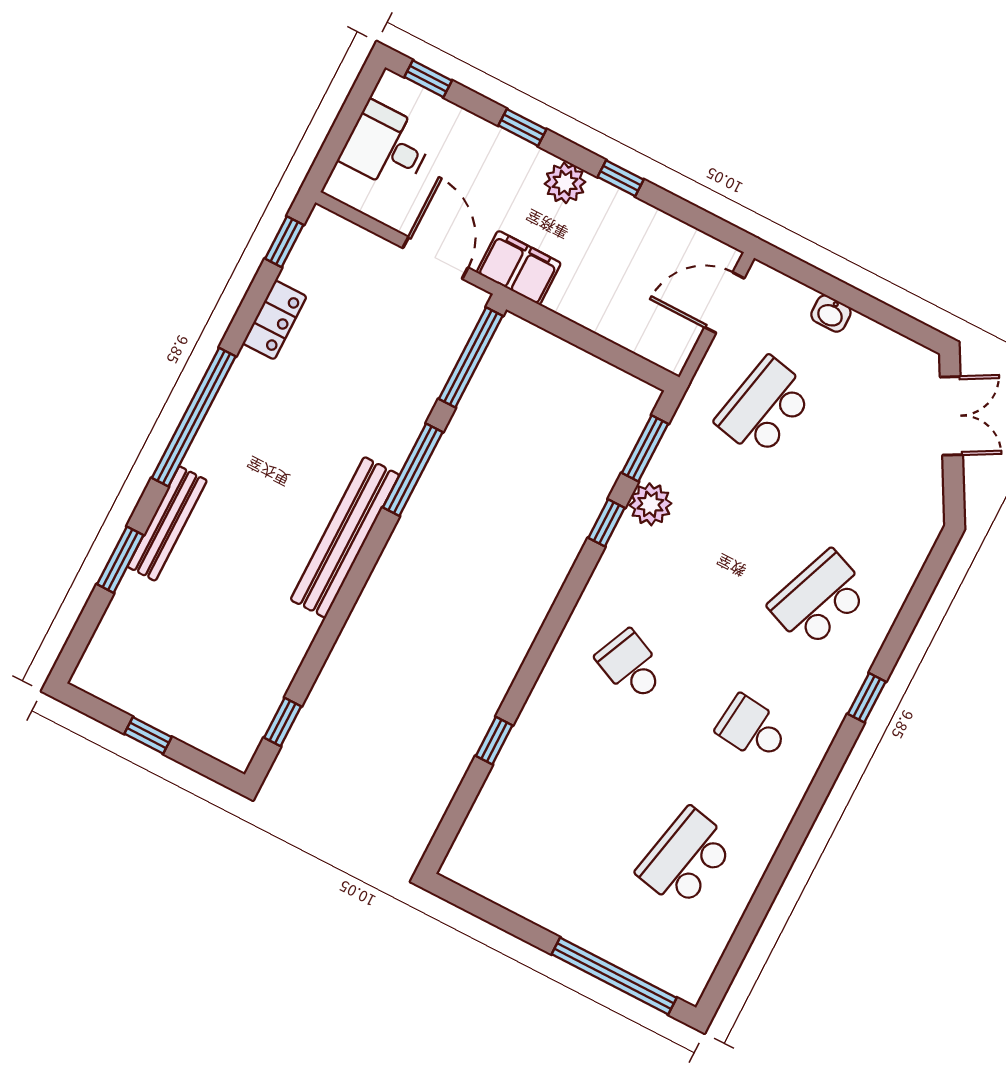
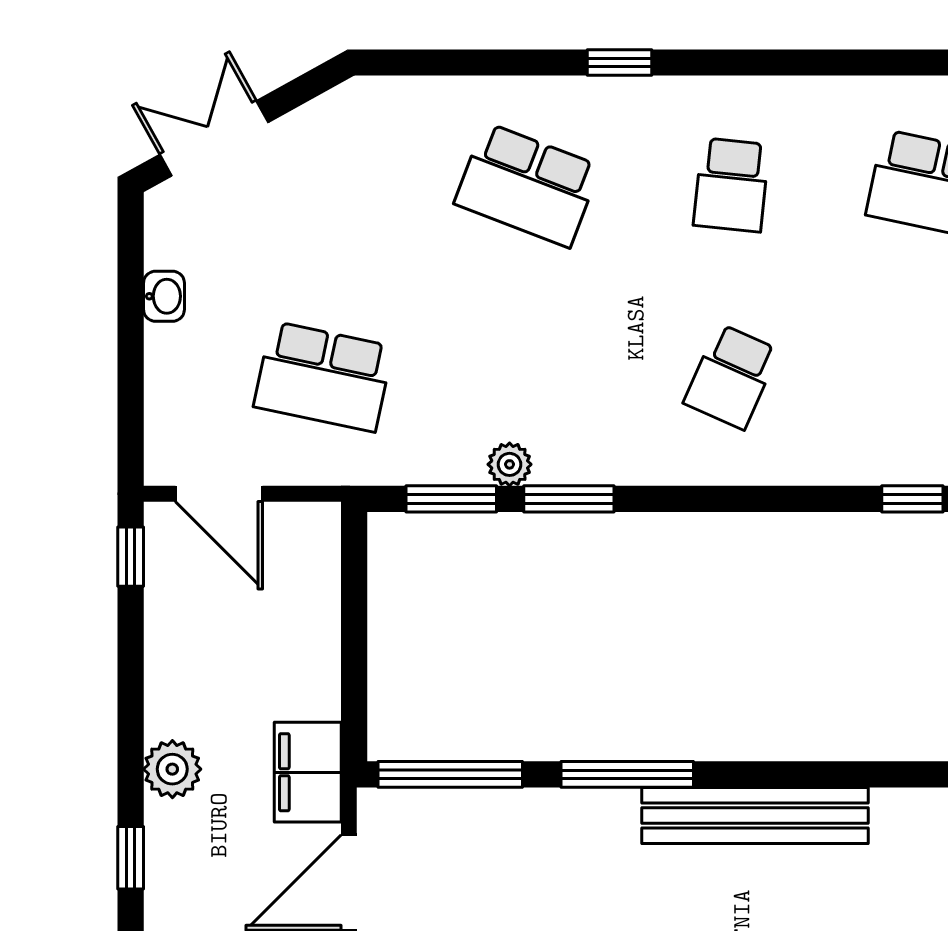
window: (621, 178) -> (131, 557), moved
washbasin: (831, 313) -> (164, 296), moved
plant: (650, 504) -> (510, 464), width x0.73, depth x0.73
window: (607, 523) -> (569, 499), width x1.50

